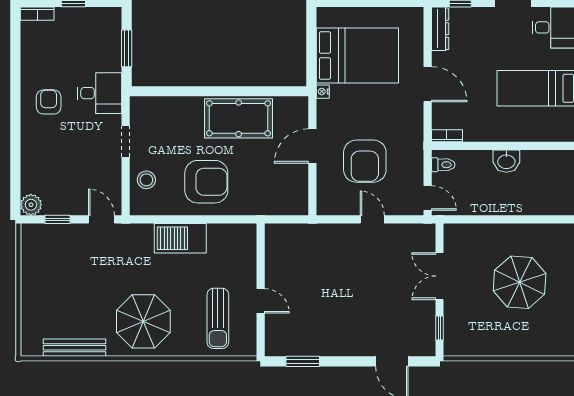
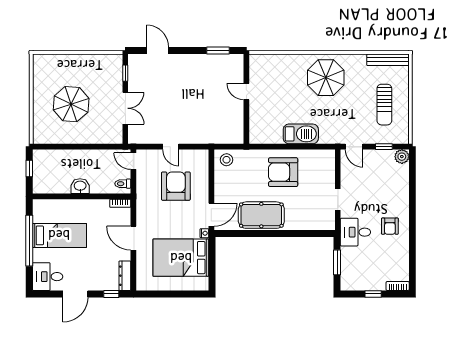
door: (312, 146) -> (211, 215), moved
stool: (146, 180) -> (226, 160), moved
sun lounger: (218, 318) -> (384, 105), moved, turned 180
bench: (75, 348) -> (388, 60), moved

